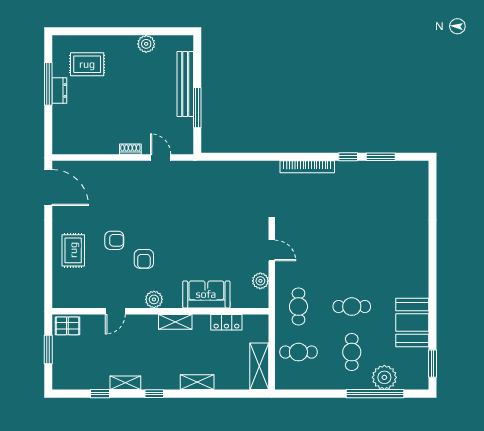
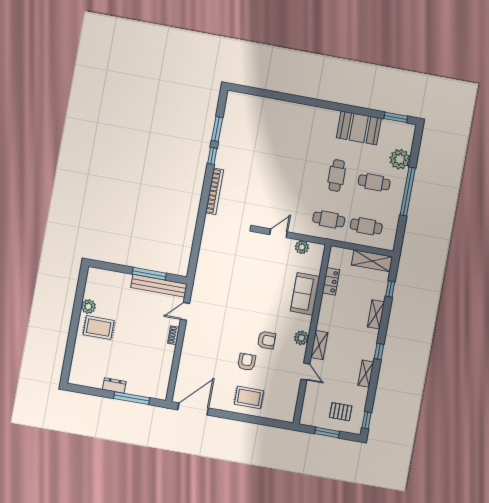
rug: (87, 64) -> (99, 328), moved, turned 90
window: (48, 84) -> (132, 398), moved
bench: (185, 84) -> (159, 286), moved
shelving: (175, 322) -> (319, 345), moved
pallet: (67, 326) -> (341, 412), moved, turned 90
cafe table: (298, 352) -> (366, 226), turned 90
window: (100, 394) -> (367, 420), moved
window: (230, 394) -> (390, 289), added
window: (375, 394) -> (408, 192), moved

